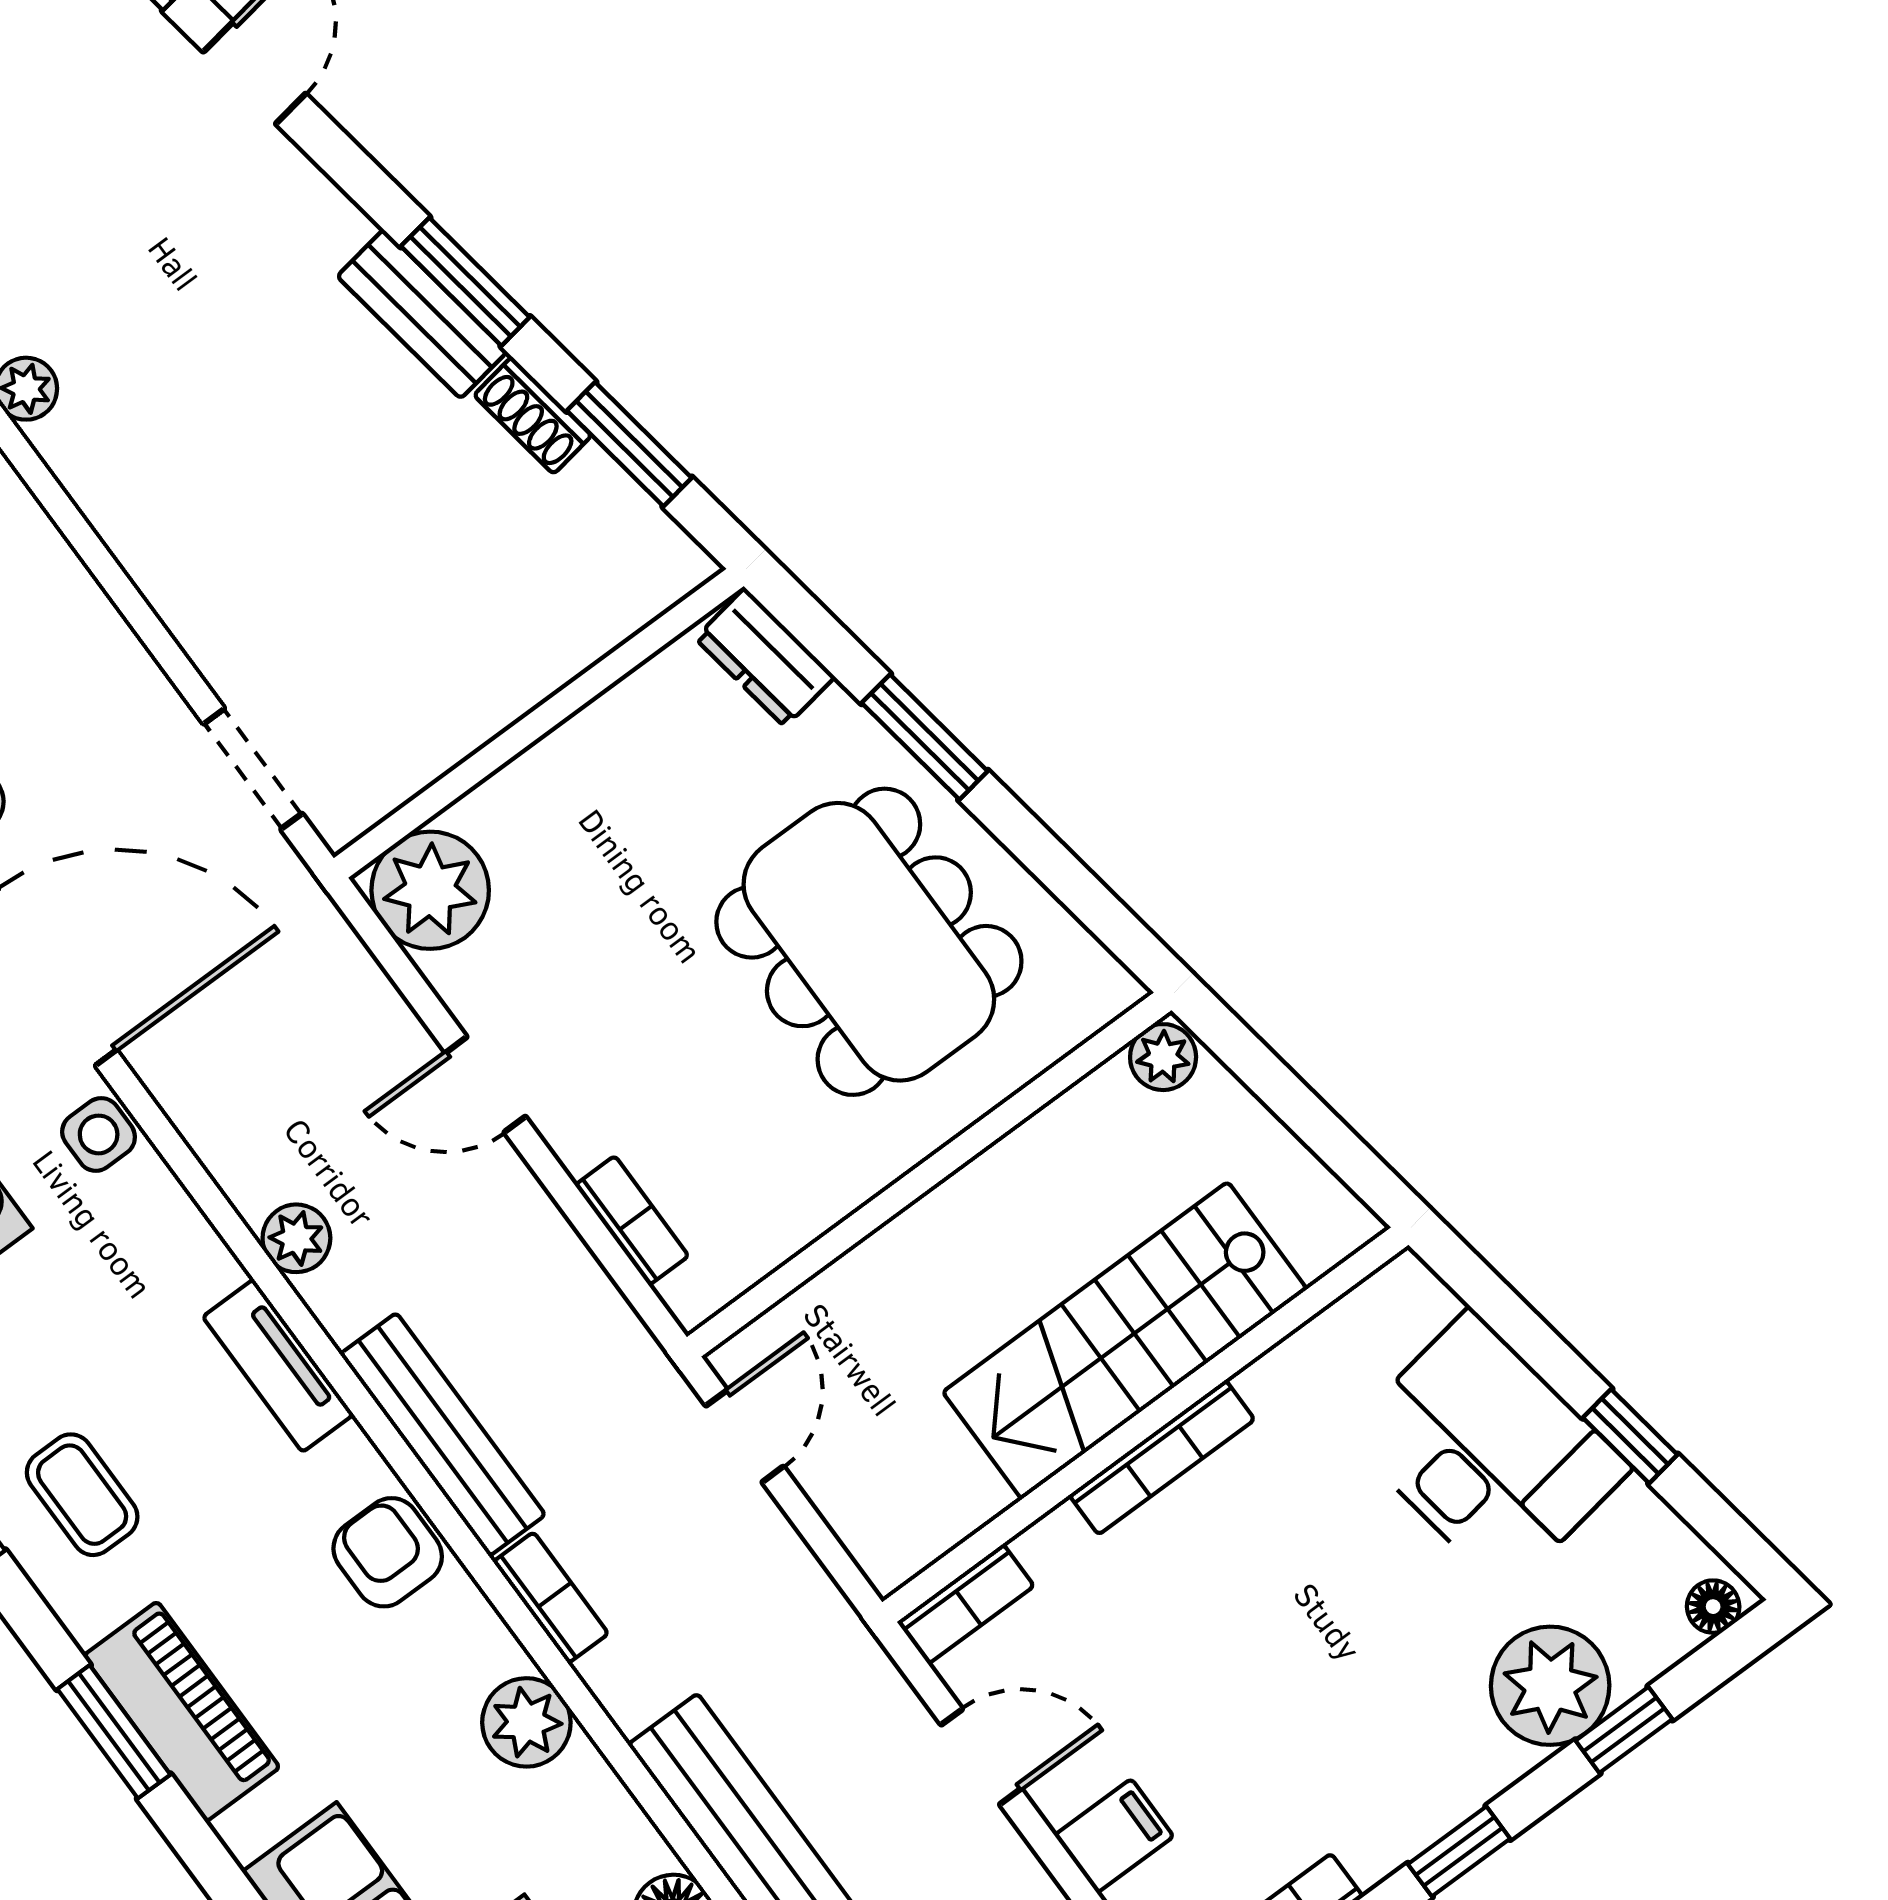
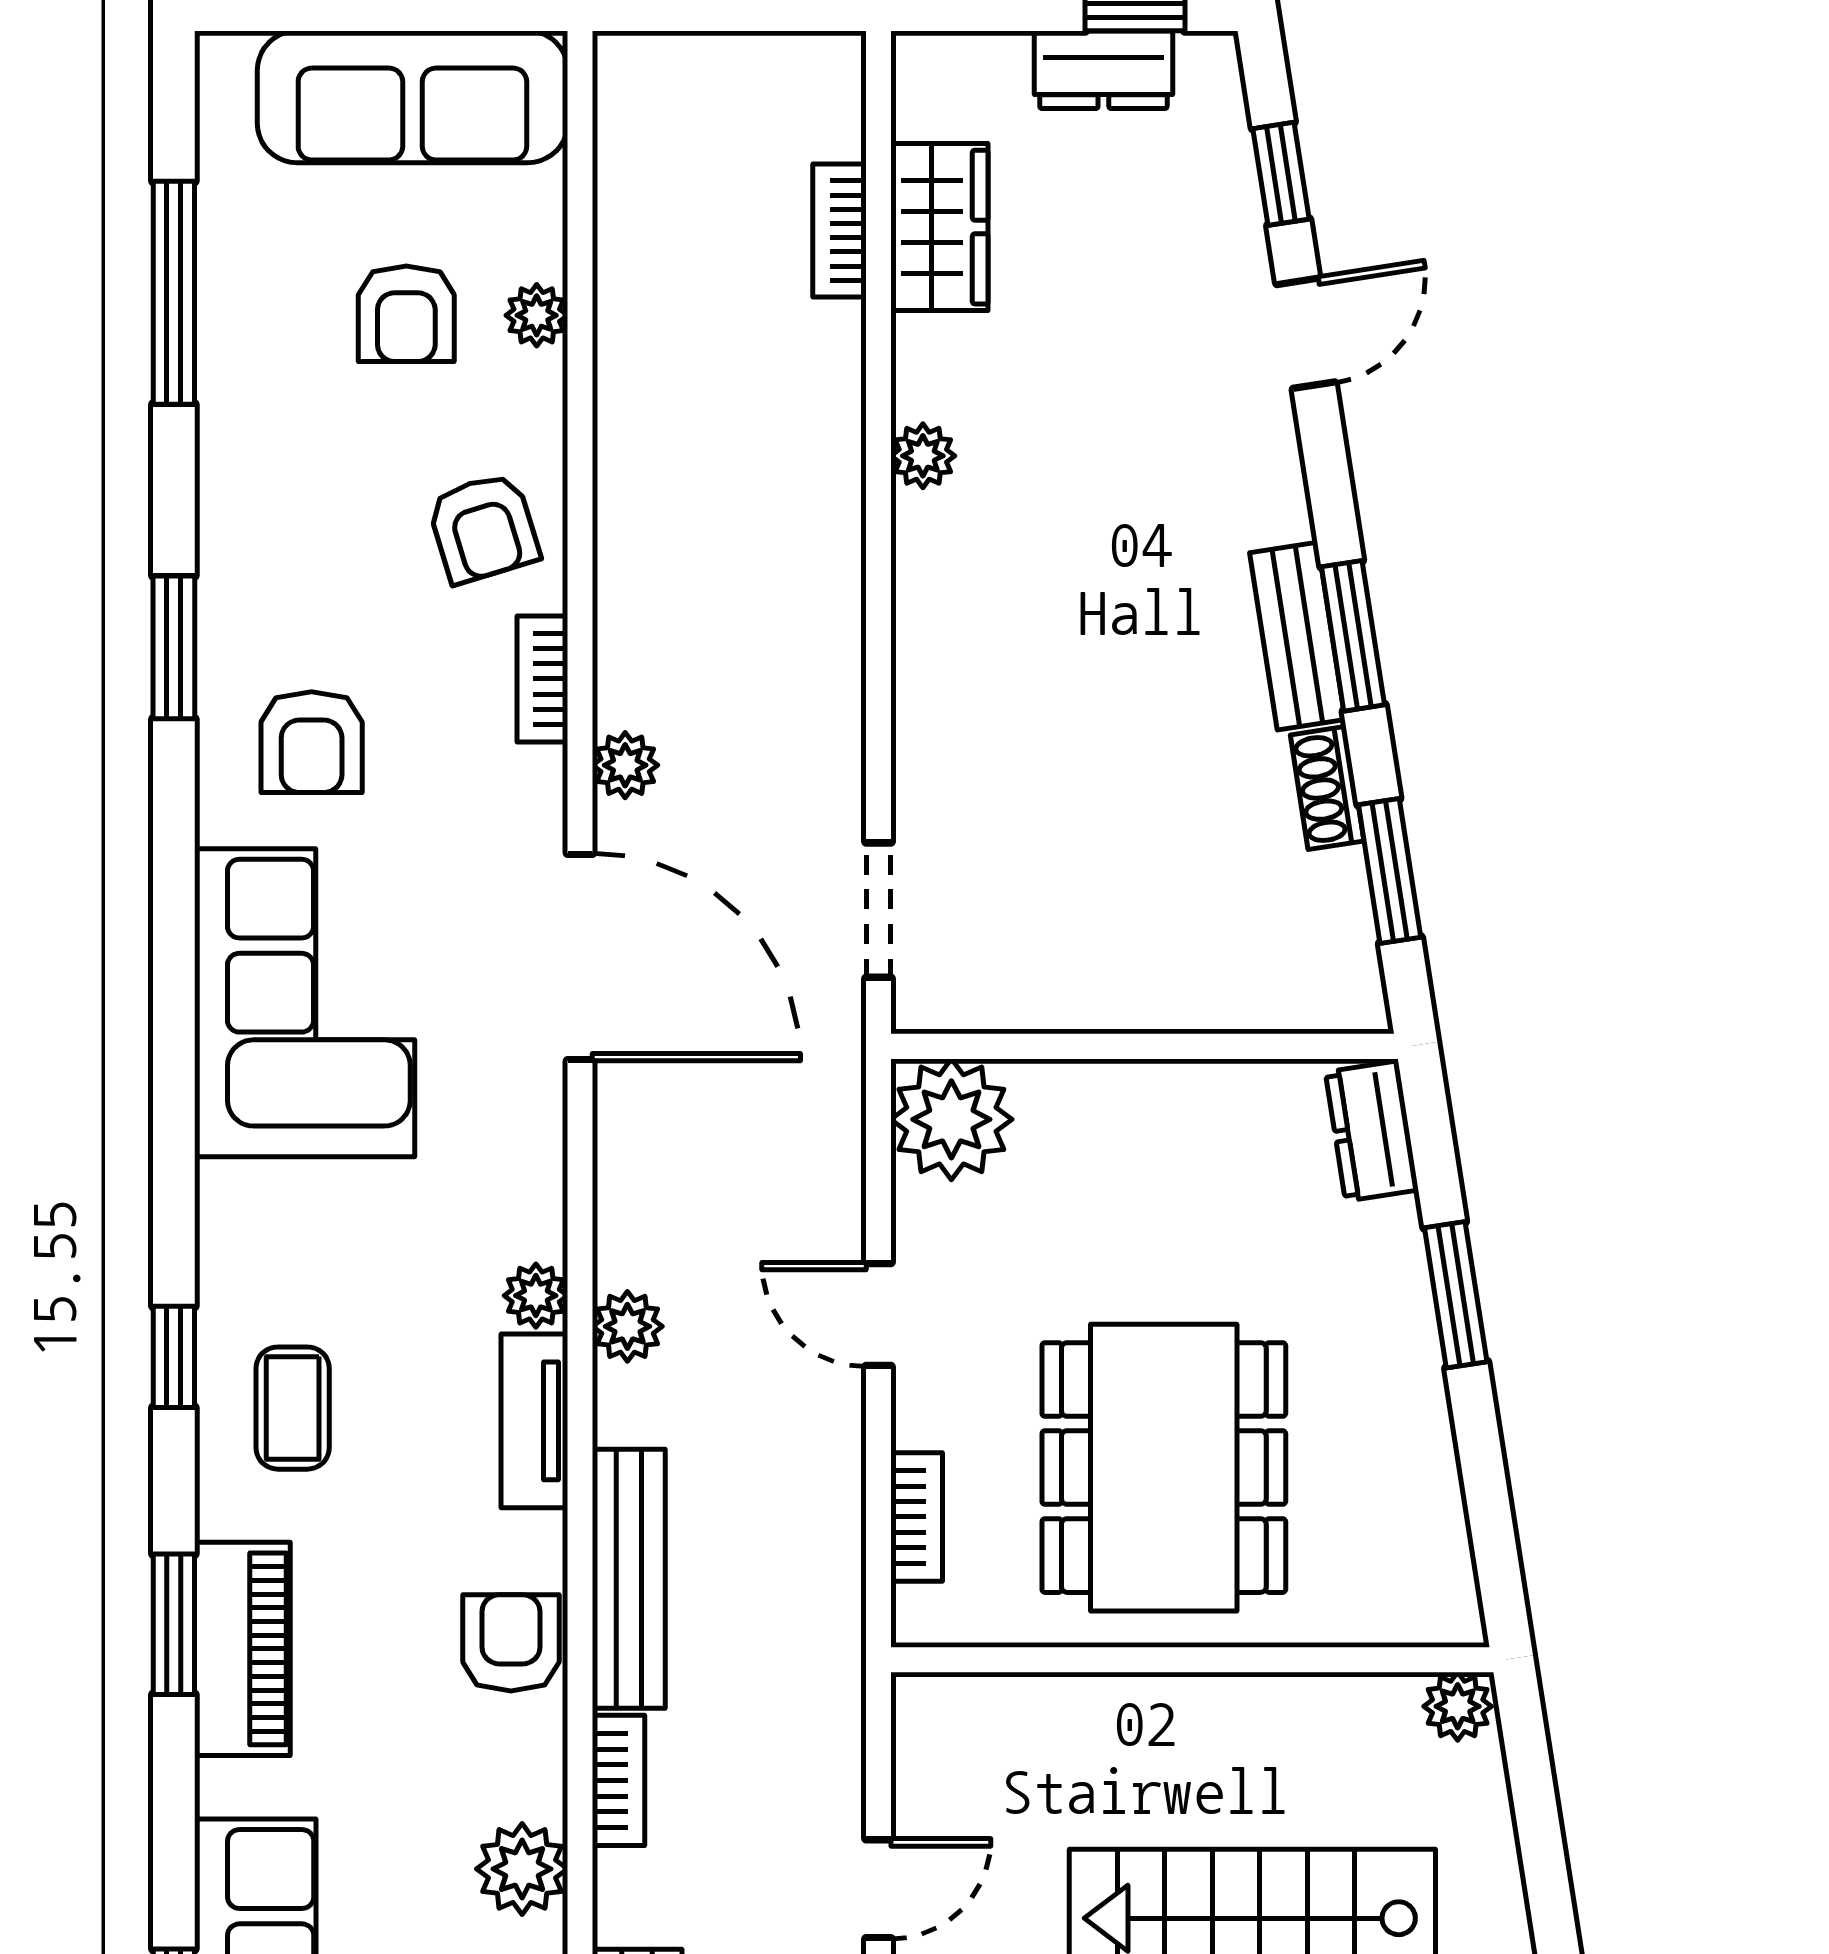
dining table: (869, 942) -> (1164, 1468), moved
side table: (99, 1134) -> (527, 1119), removed
plant: (207, 1267) -> (536, 1296), added
door: (745, 1436) -> (878, 1889), moved

